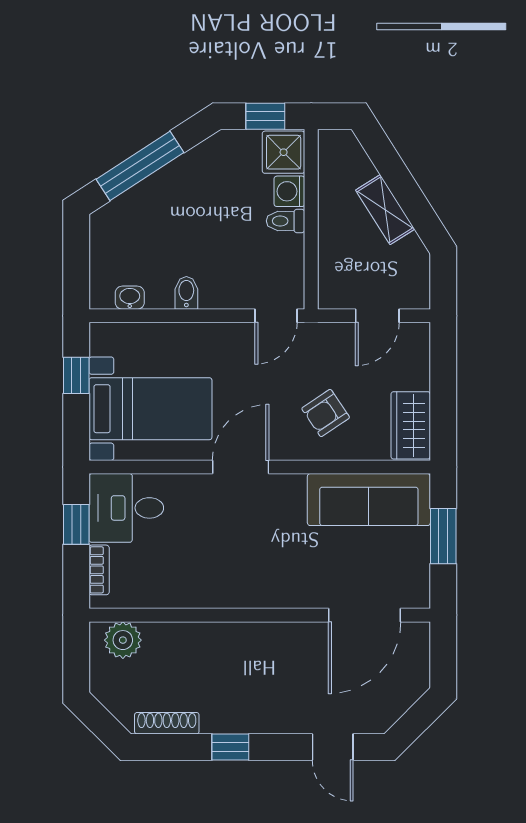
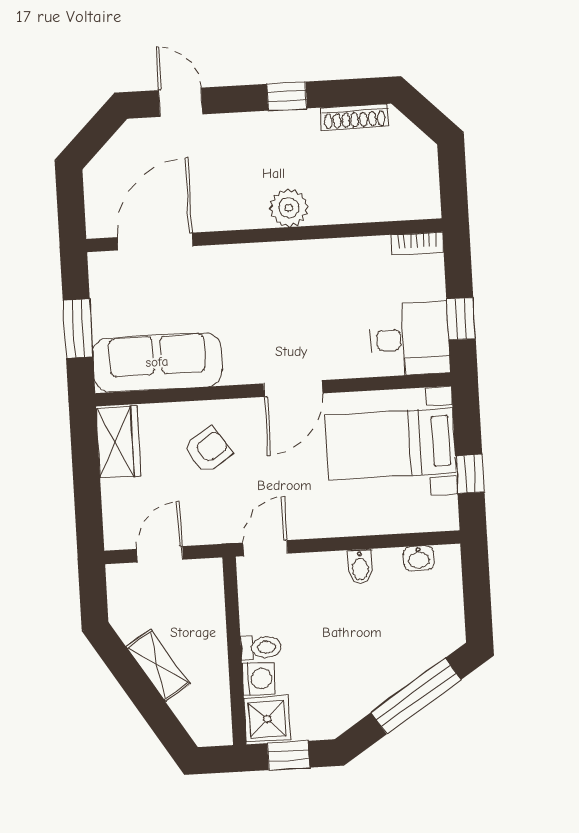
bookcase: (99, 570) -> (417, 244), moved, turned -90
plant: (123, 640) -> (289, 208), moved

